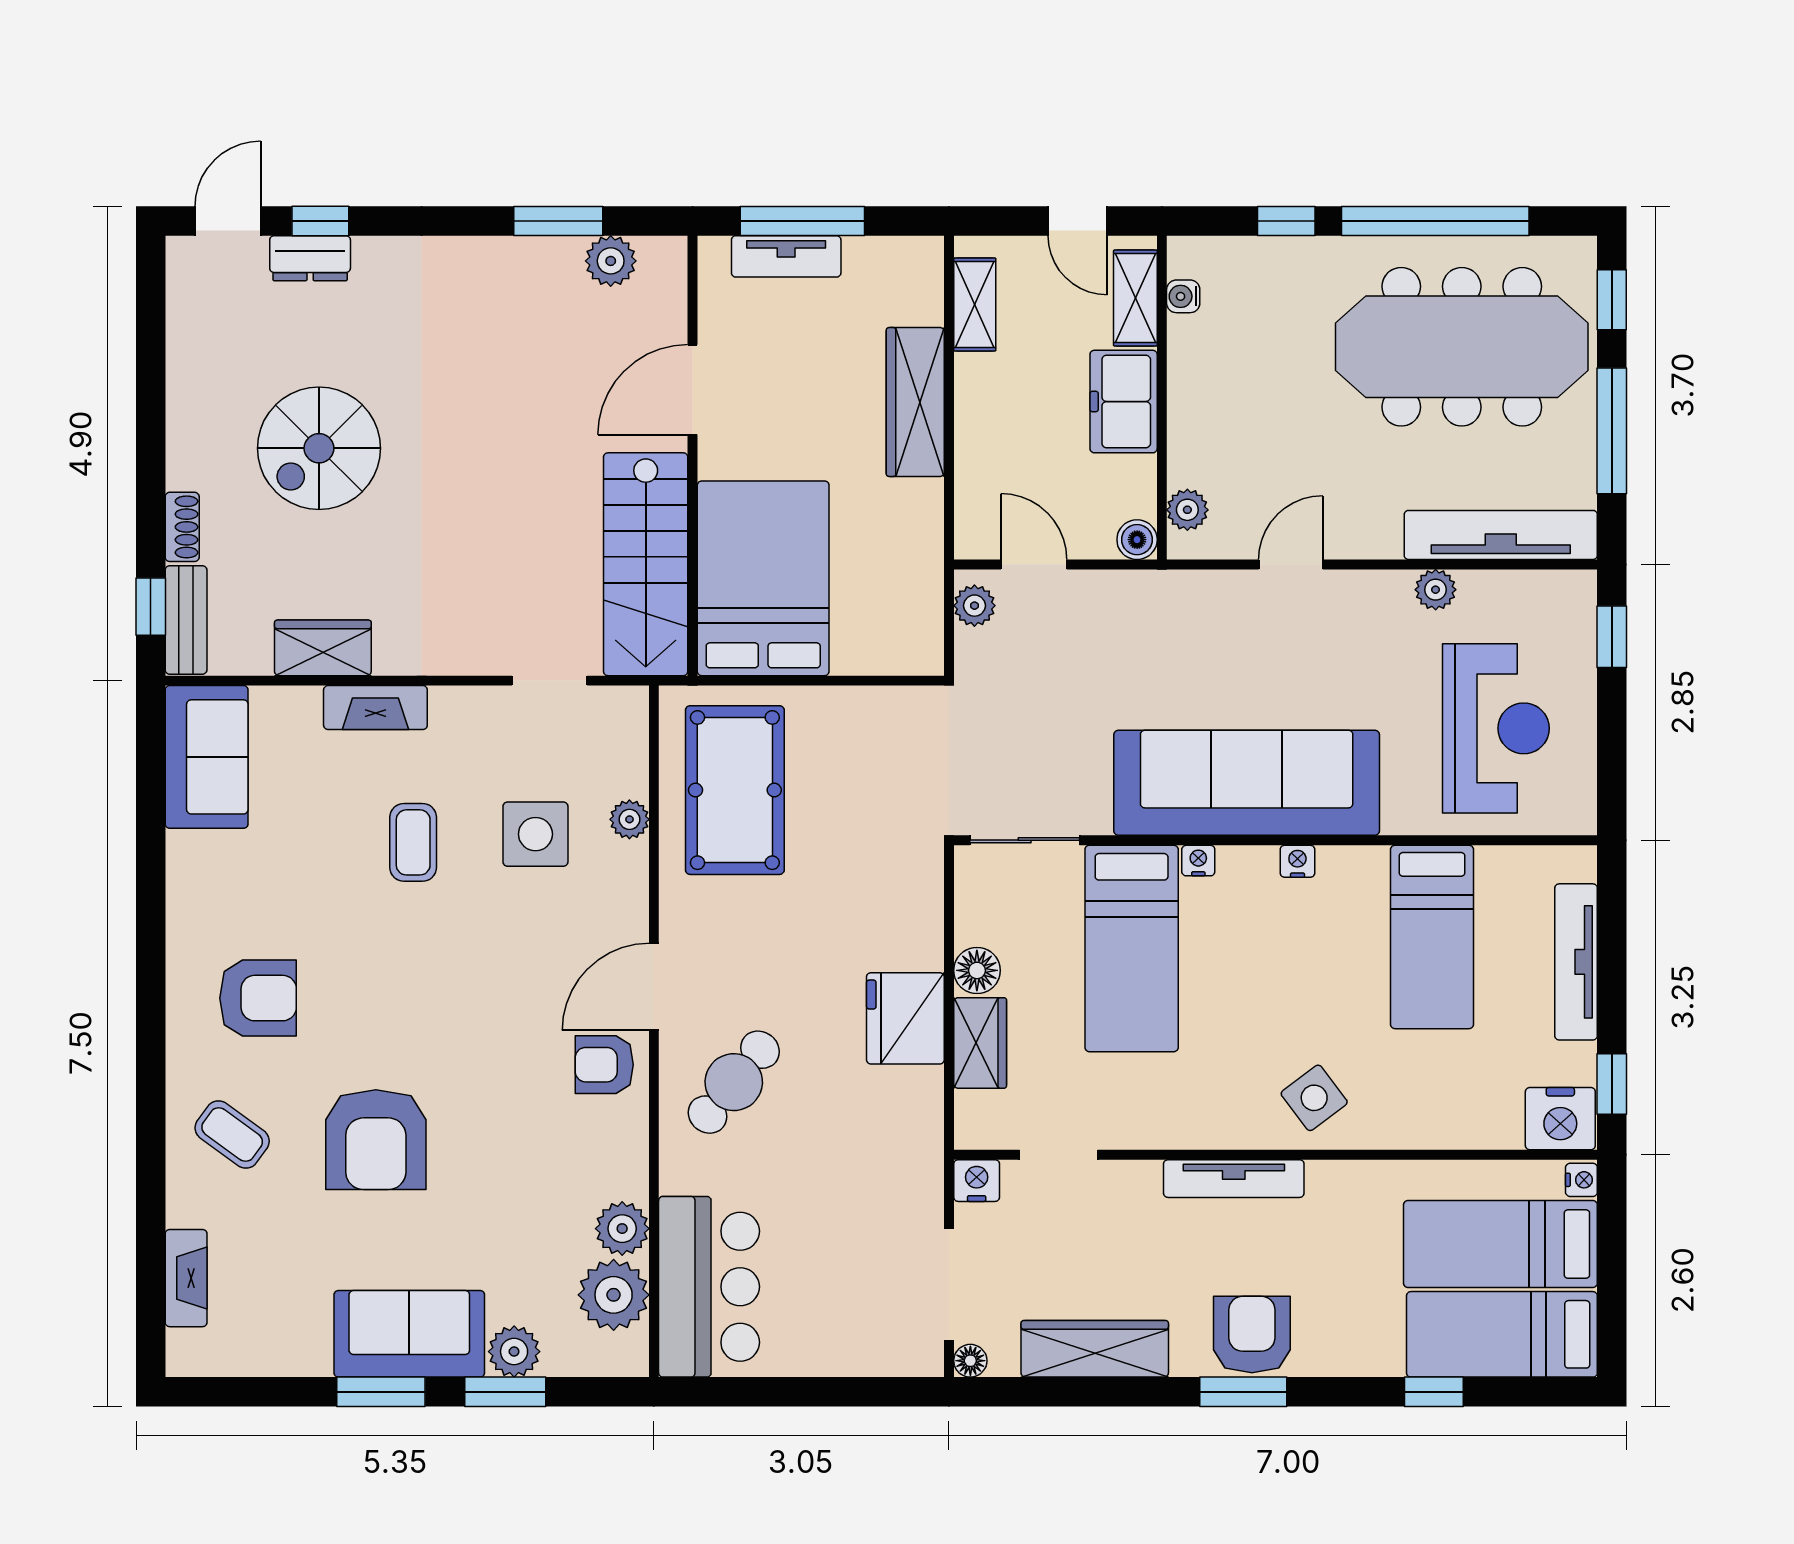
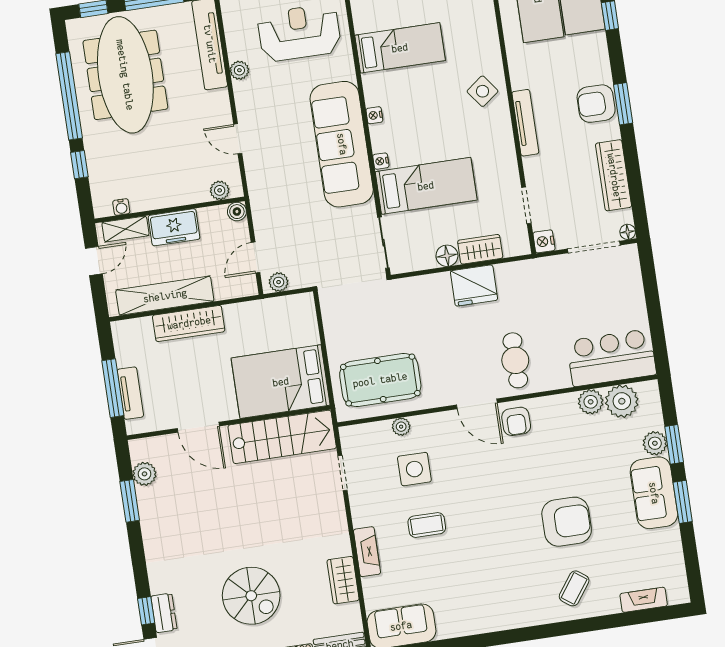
shelving: (975, 304) -> (165, 296), width x2.20, depth x1.33
armchair: (258, 998) -> (509, 586), removed
cafe table: (734, 1082) -> (515, 360), turned 51

